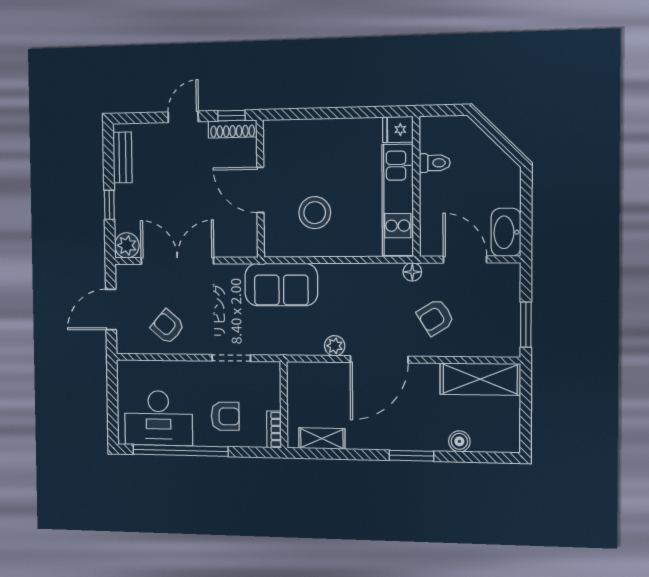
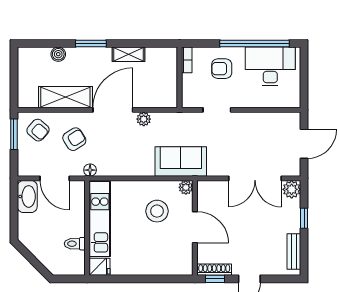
plant: (274, 247) -> (186, 187), added
armchair: (167, 327) -> (38, 130), moved
shelving: (480, 379) -> (65, 97), moved
shelving: (322, 438) -> (128, 54), moved

